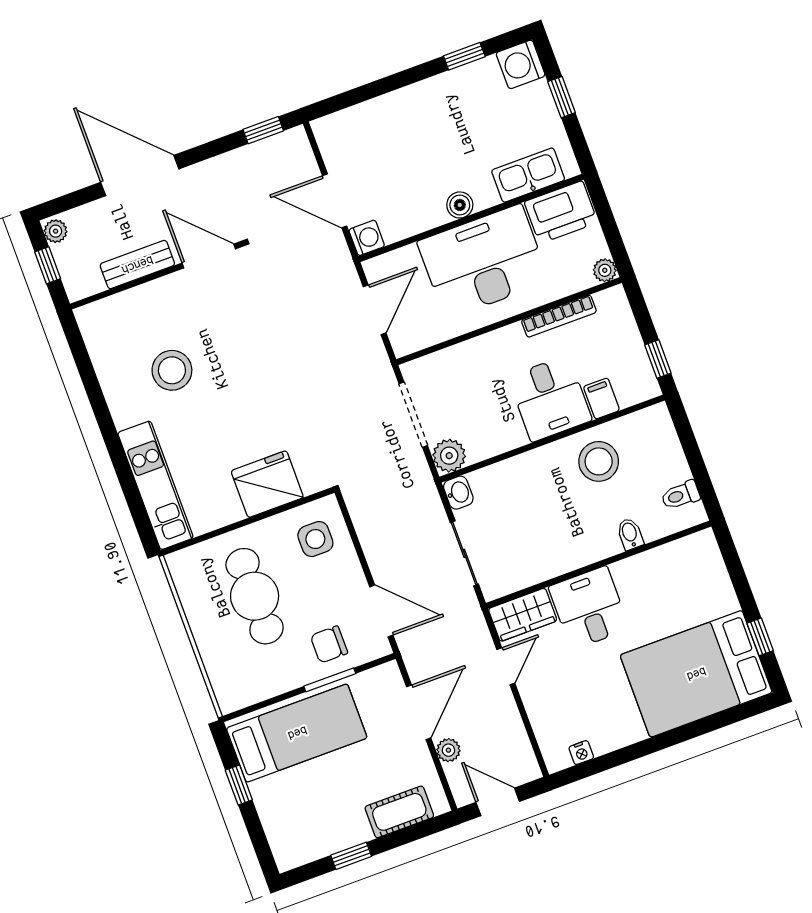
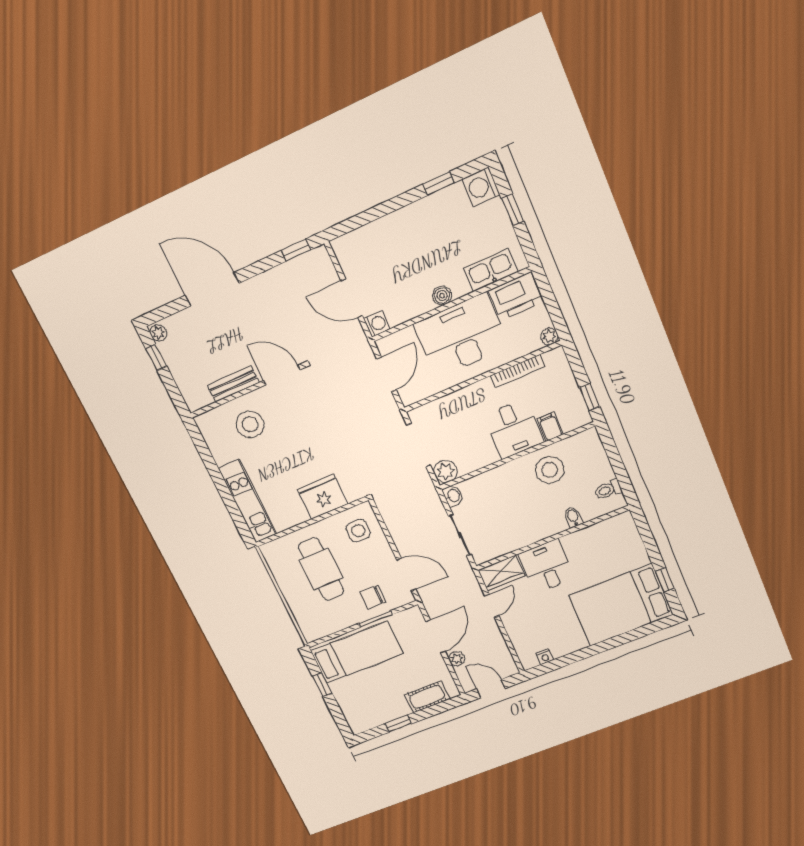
door: (209, 256) -> (282, 375), moved
bench: (137, 265) -> (233, 384), moved
wall: (157, 275) -> (248, 390), moved

